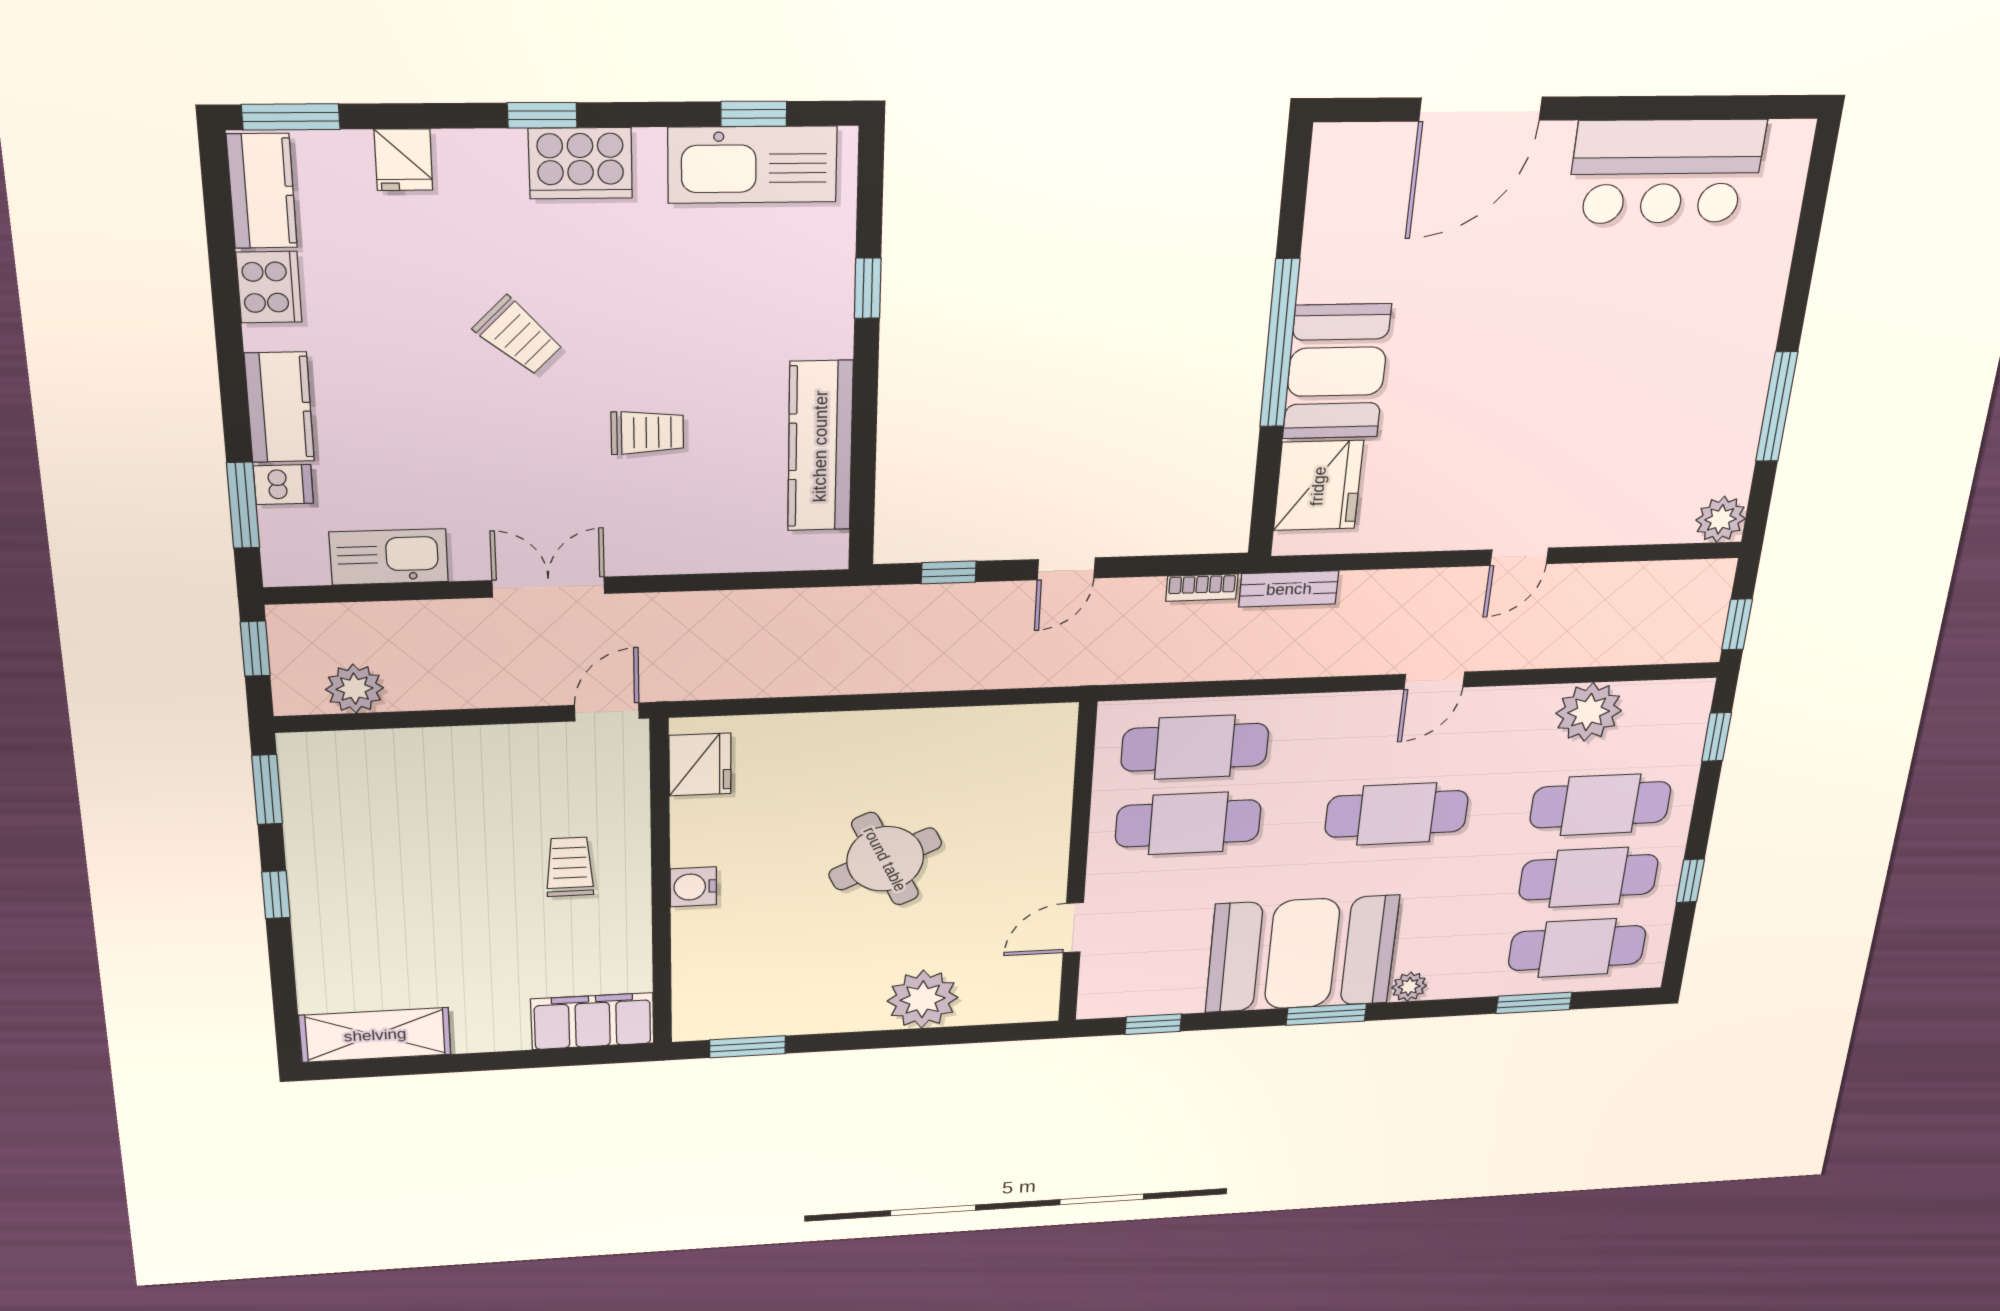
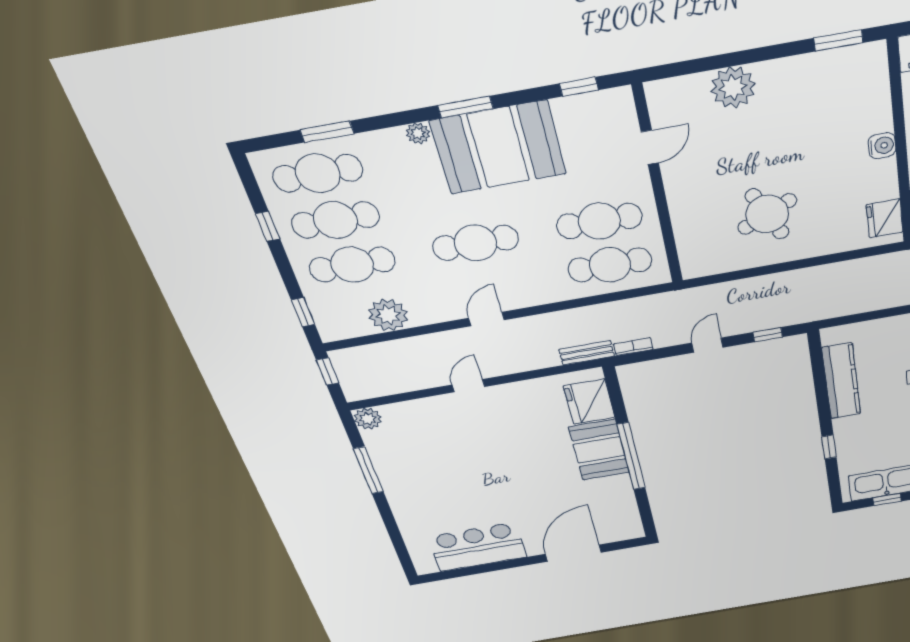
round table: (885, 859) -> (767, 214), moved

